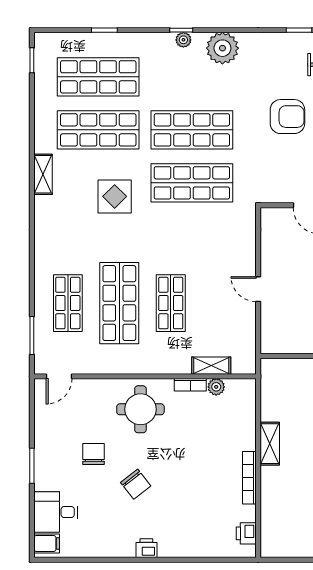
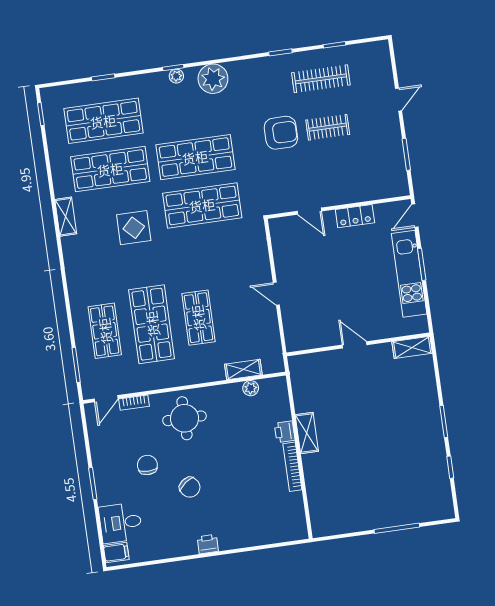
bookcase: (190, 385) -> (134, 403), moved
printer: (246, 533) -> (285, 432), moved

